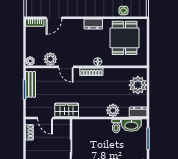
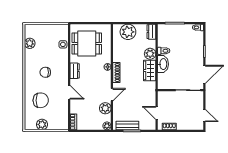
door: (54, 18) -> (69, 92), moved
wardrobe: (67, 110) -> (150, 70), moved
door: (45, 118) -> (157, 113), swing flipped
washbasin: (131, 125) -> (163, 64), moved

